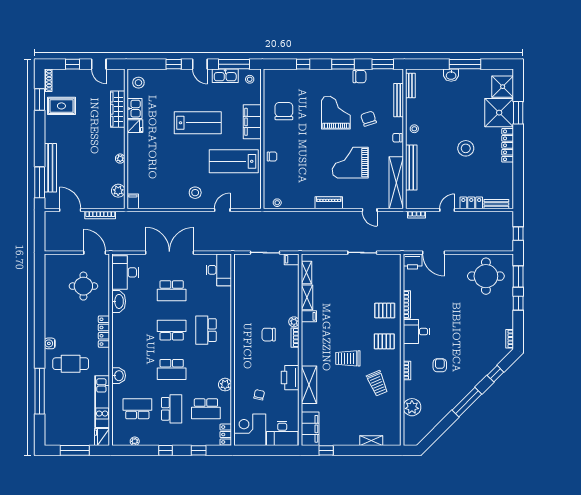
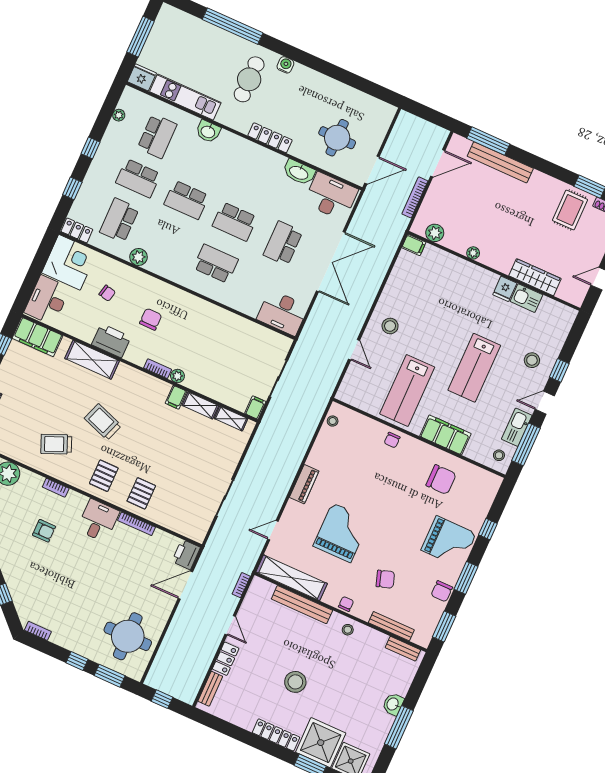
stool: (138, 83) -> (532, 360), moved
grand piano: (336, 113) -> (449, 542), moved
lab bench: (234, 161) -> (407, 390), turned 180
school desk: (172, 330) -> (235, 222), turned 90
chair: (269, 335) -> (151, 319), moved
trolley: (348, 358) -> (103, 422), turned -70
school desk: (172, 369) -> (186, 200), turned -90

